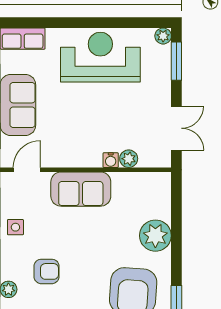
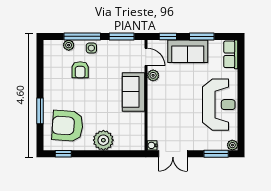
plant: (129, 159) -> (153, 75), moved
water cooler: (111, 160) -> (152, 145), moved
side table: (15, 227) -> (91, 48), moved

